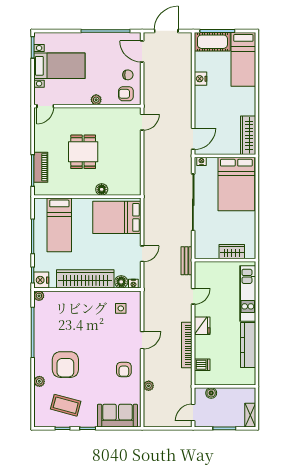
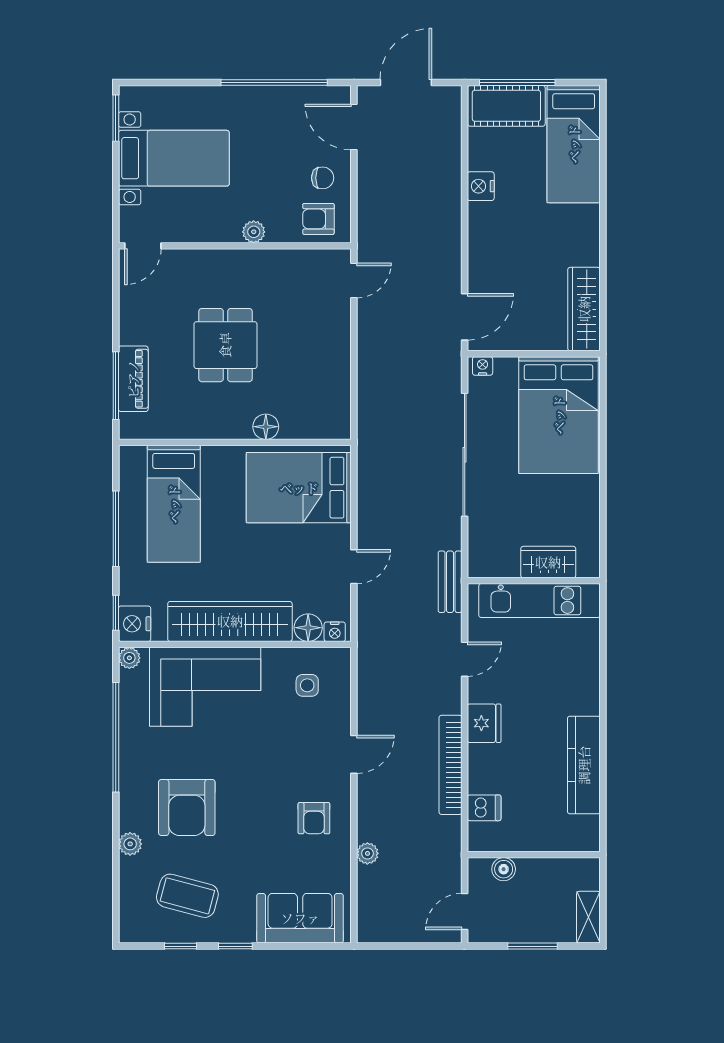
kitchen unit: (248, 294) -> (540, 601), moved, turned -90
corner sofa: (74, 309) -> (205, 687), added

